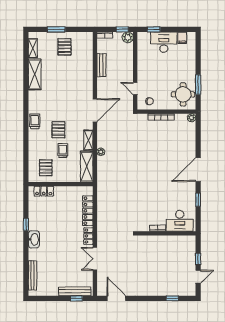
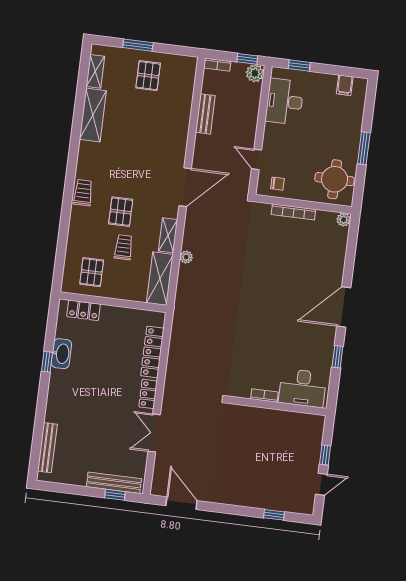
desk: (164, 42) -> (285, 101), moved, turned -90
window: (198, 85) -> (364, 148), moved
washbasin: (34, 239) -> (61, 354), moved

